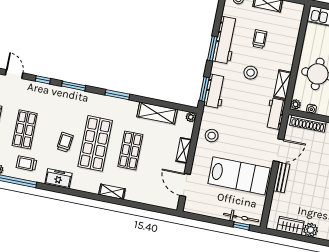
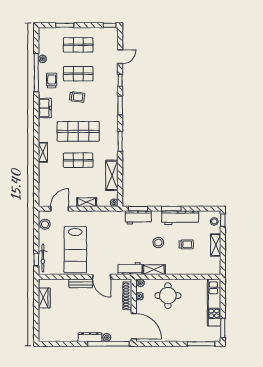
stool: (212, 136) -> (45, 224), moved
trolley: (65, 142) -> (77, 97), moved
plant: (311, 230) -> (44, 315), removed

